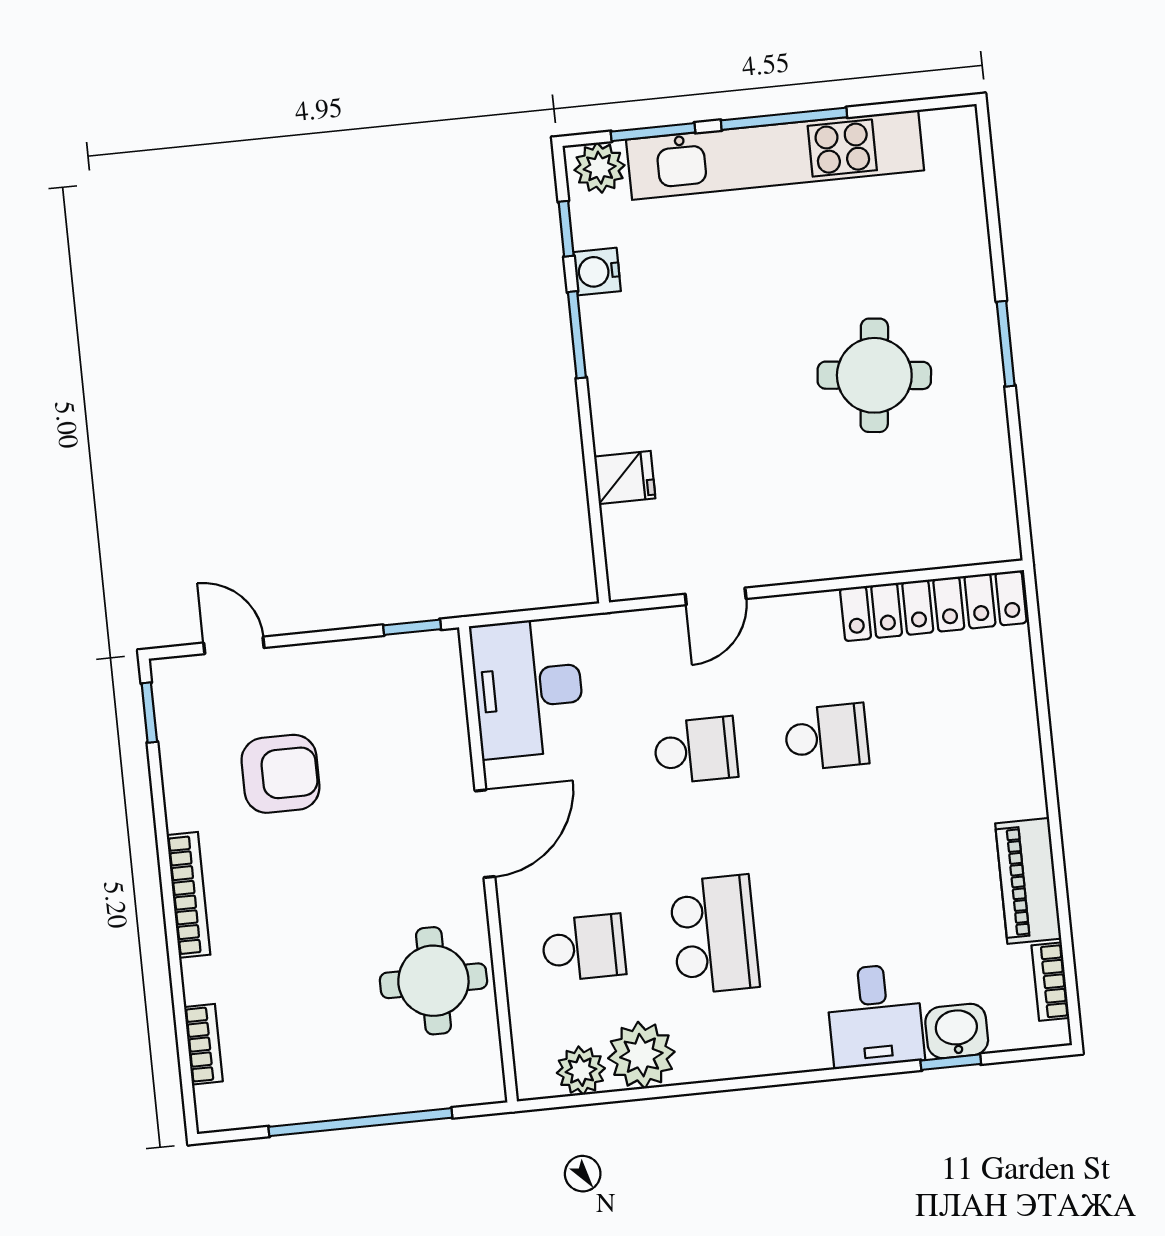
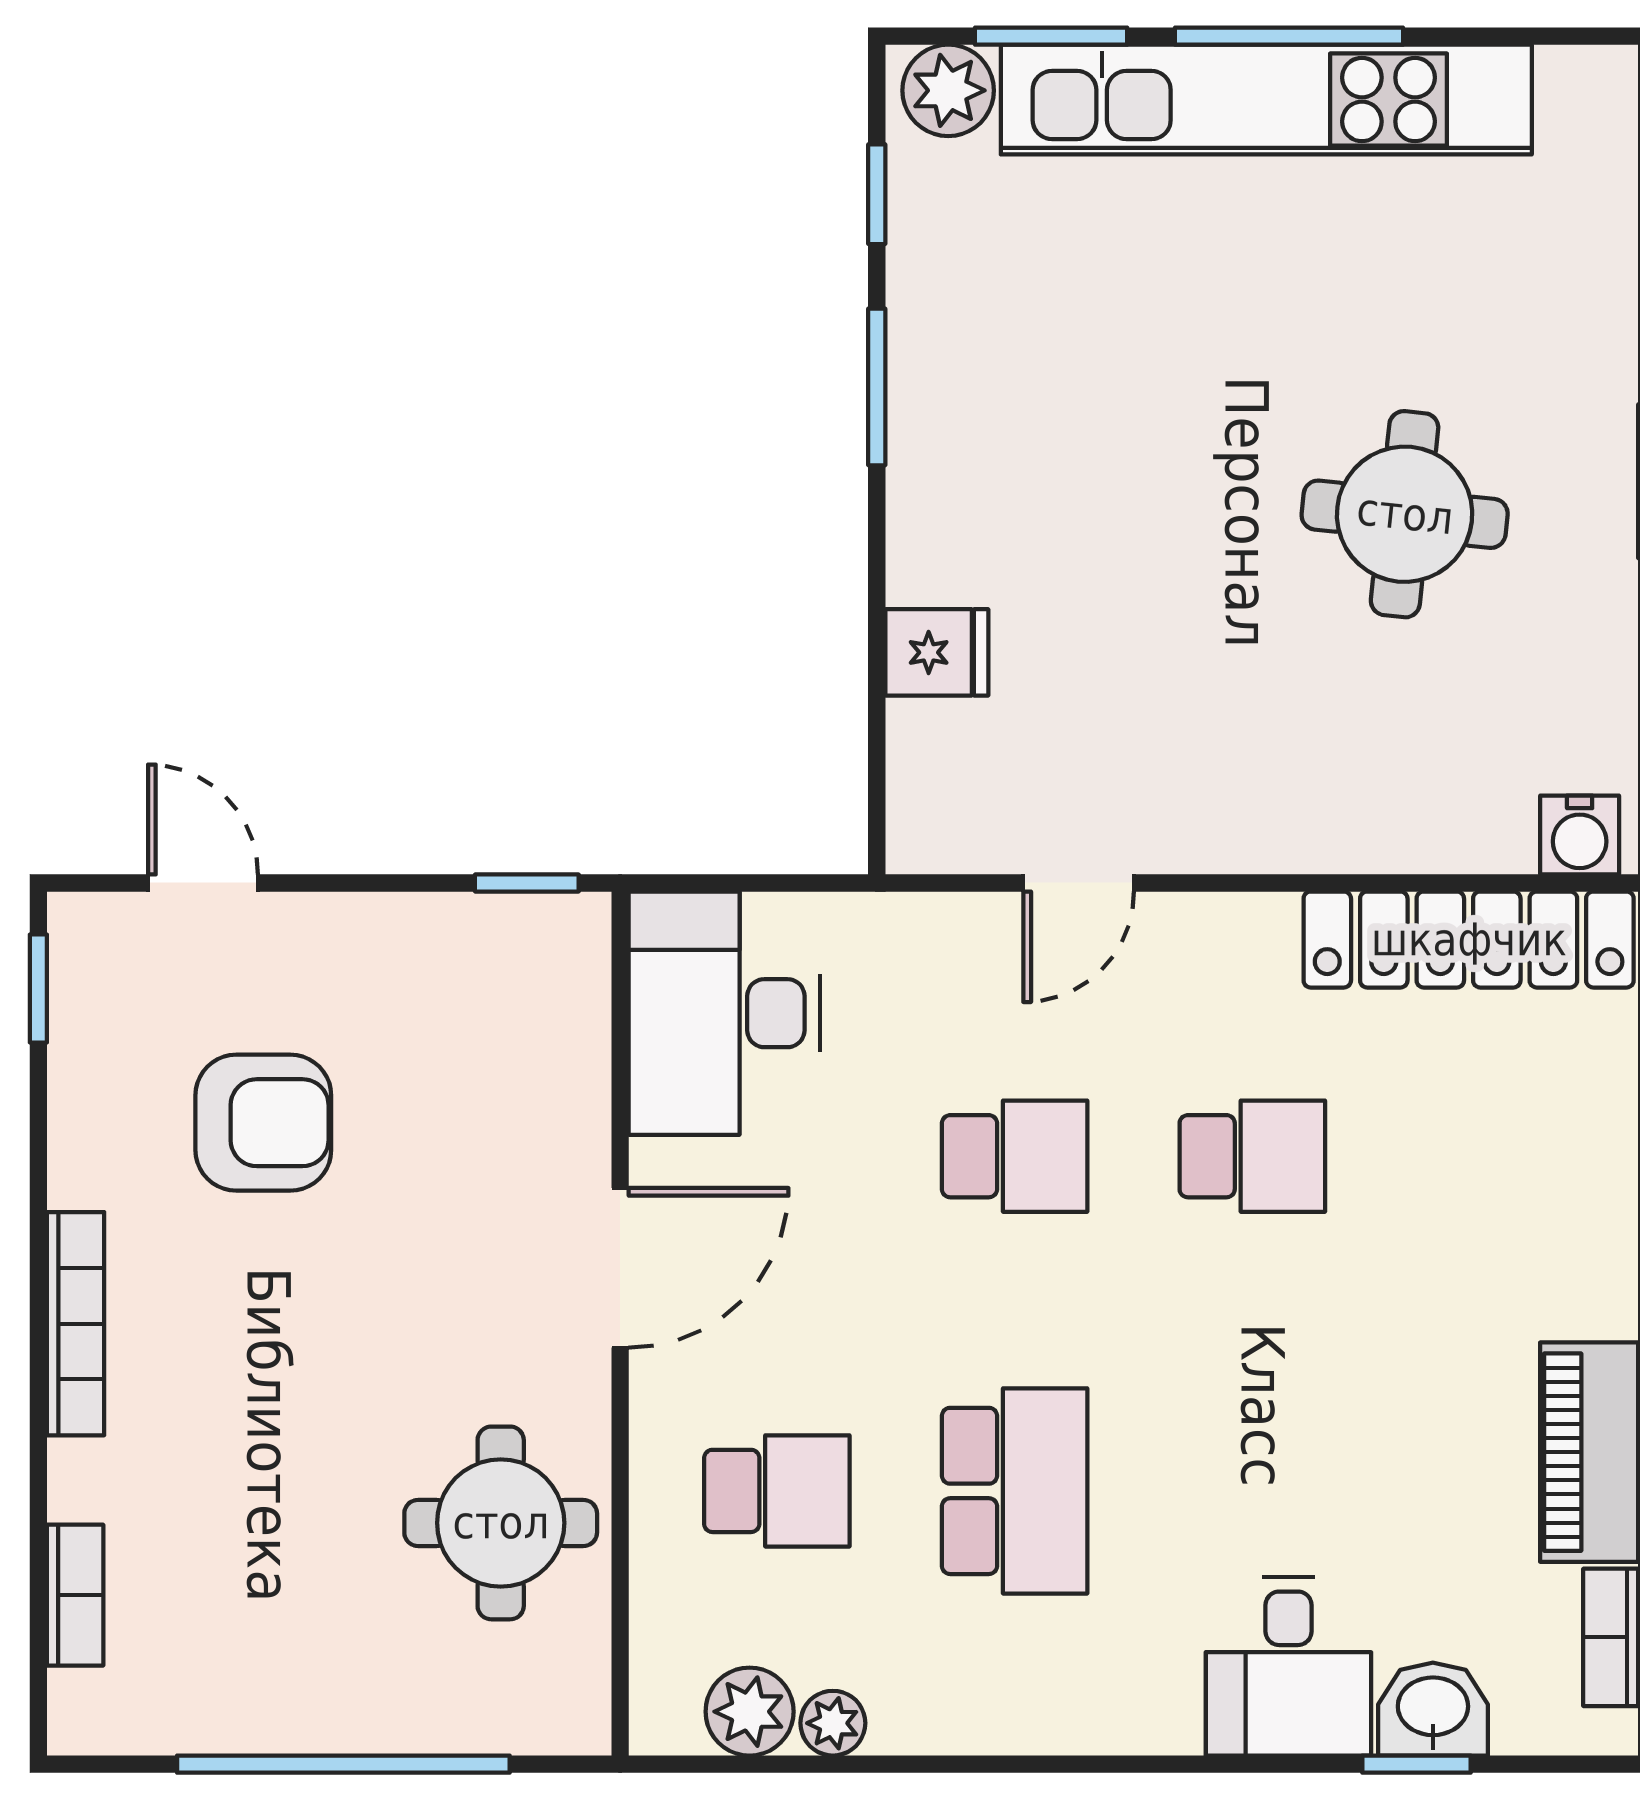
water cooler: (597, 272) -> (1580, 835), moved, turned -90
plant: (641, 1055) -> (833, 1723), width x0.53, depth x0.53

